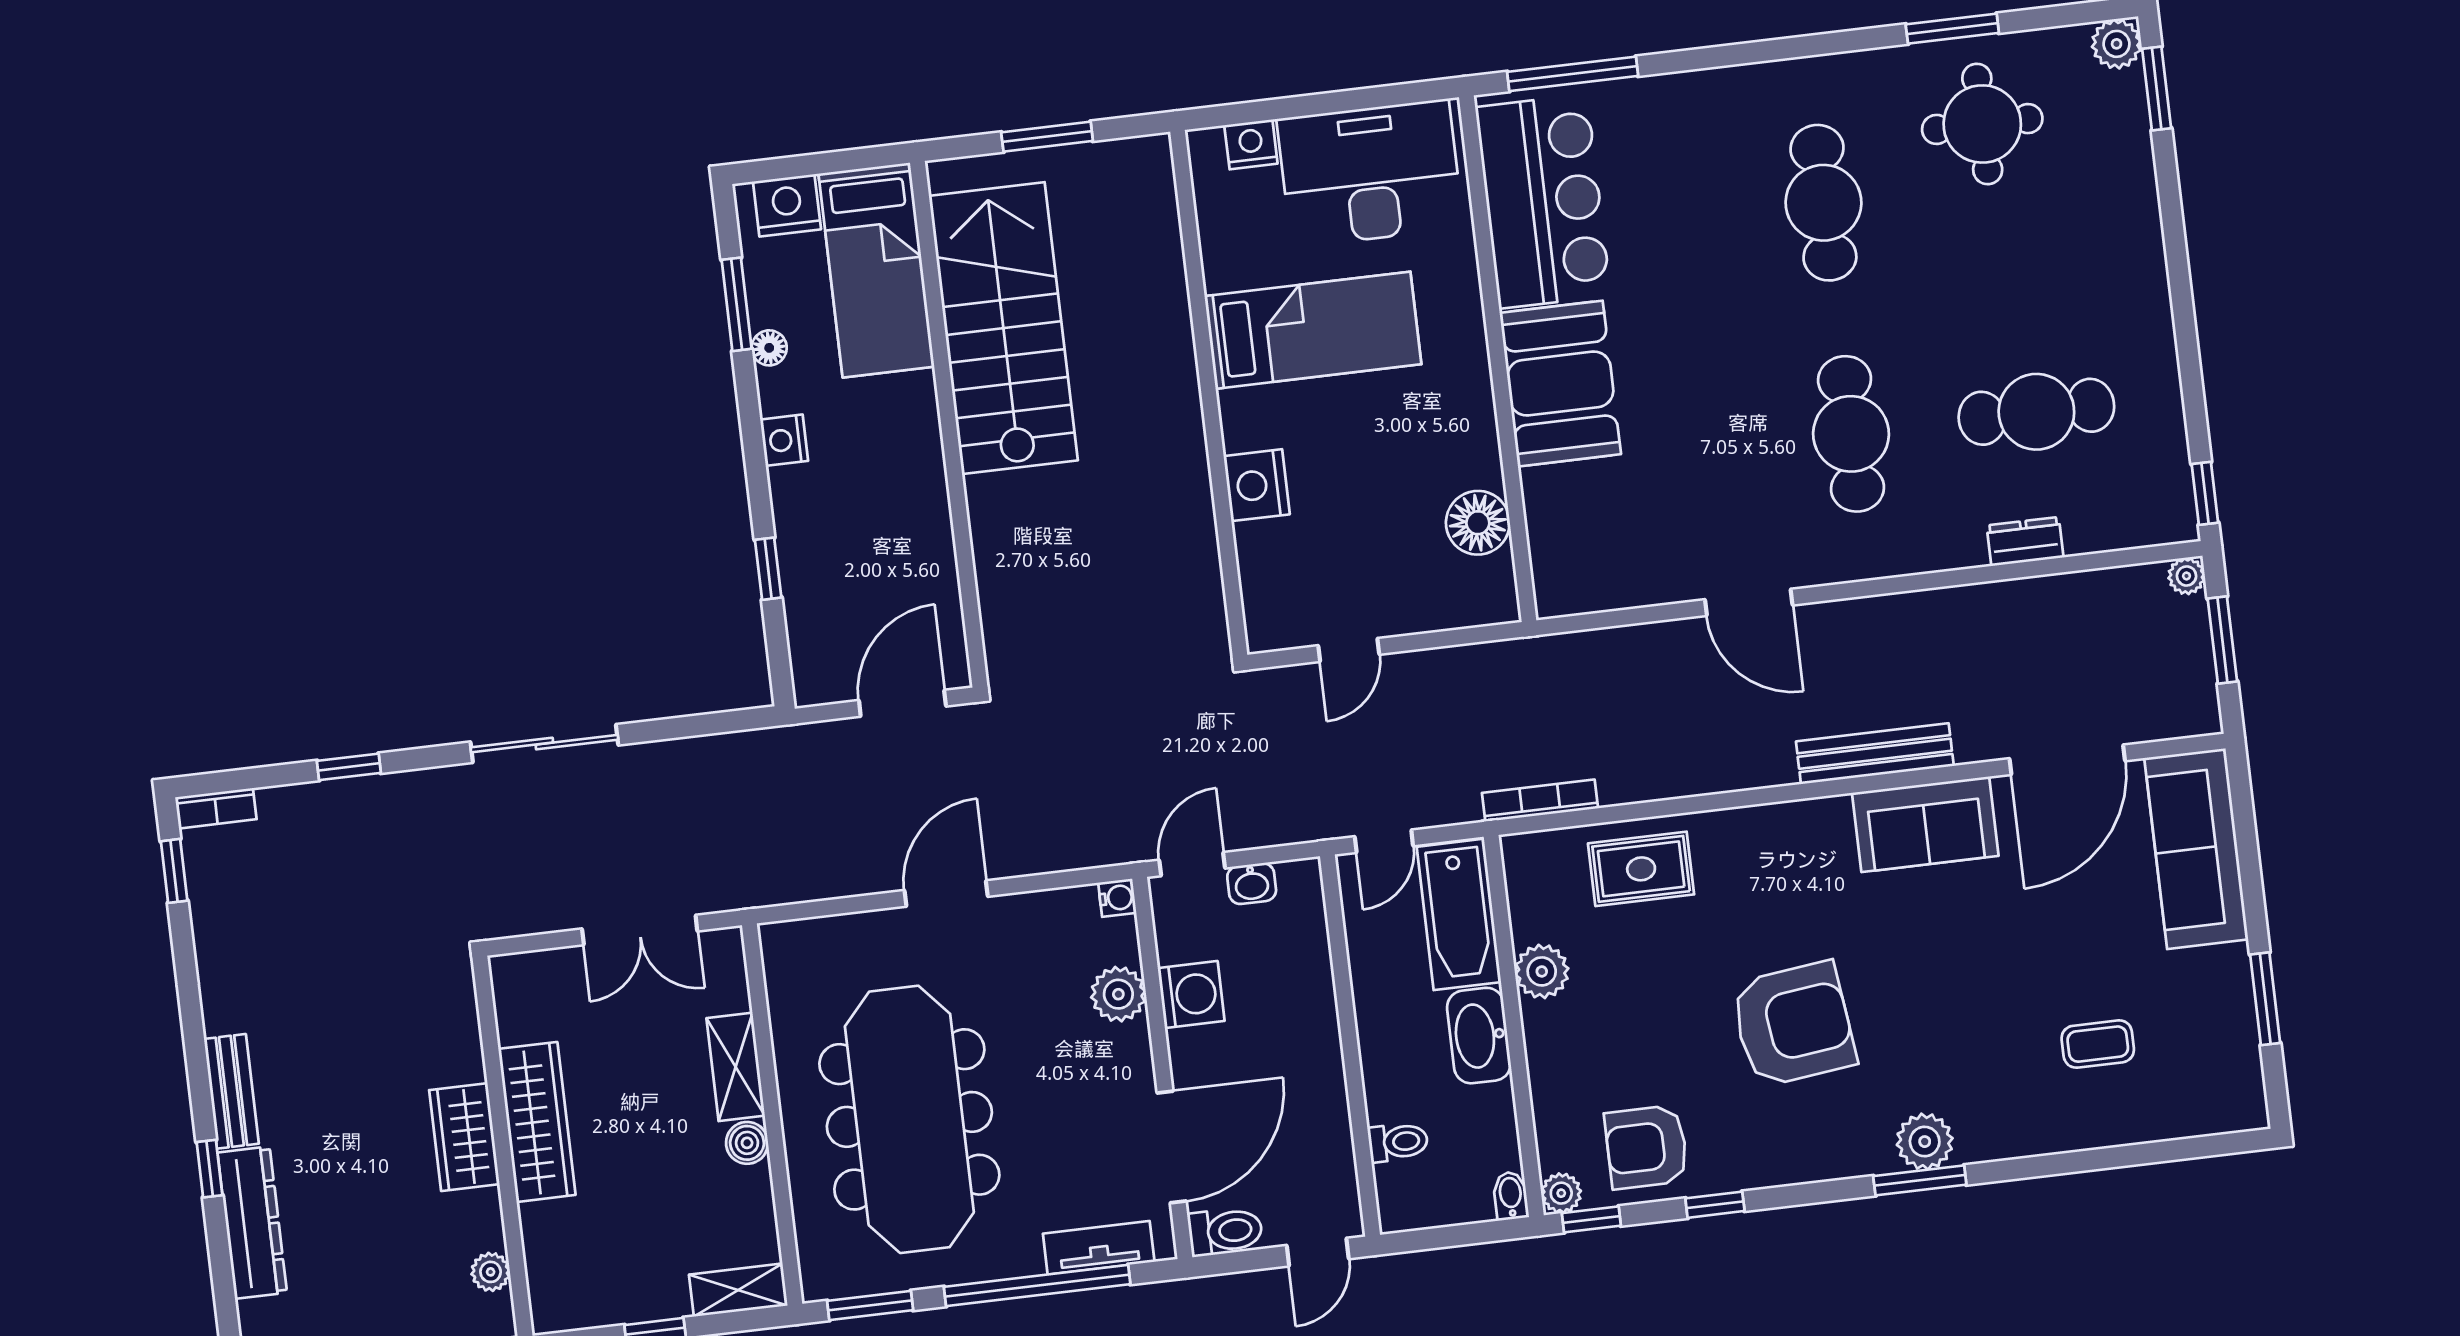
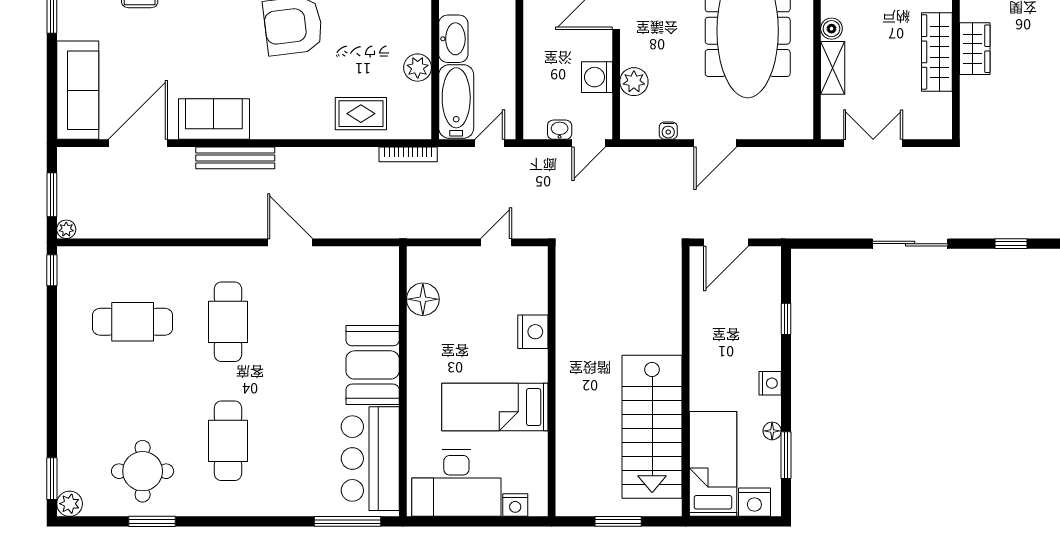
dresser: (2025, 541) -> (146, 257), removed
water cooler: (1117, 898) -> (668, 131), moved, turned -90

